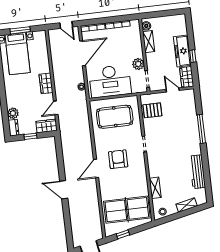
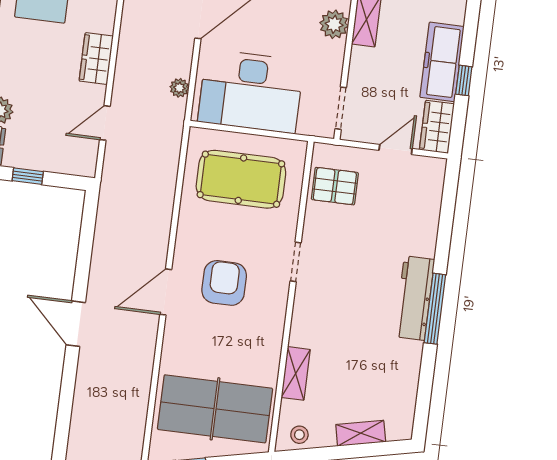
plant: (138, 64) -> (334, 24), moved
door: (173, 90) -> (396, 149), hinge flipped
wardrobe: (47, 126) -> (72, 161), removed
window: (201, 129) -> (435, 309), moved
workbench: (197, 172) -> (414, 298), moved

